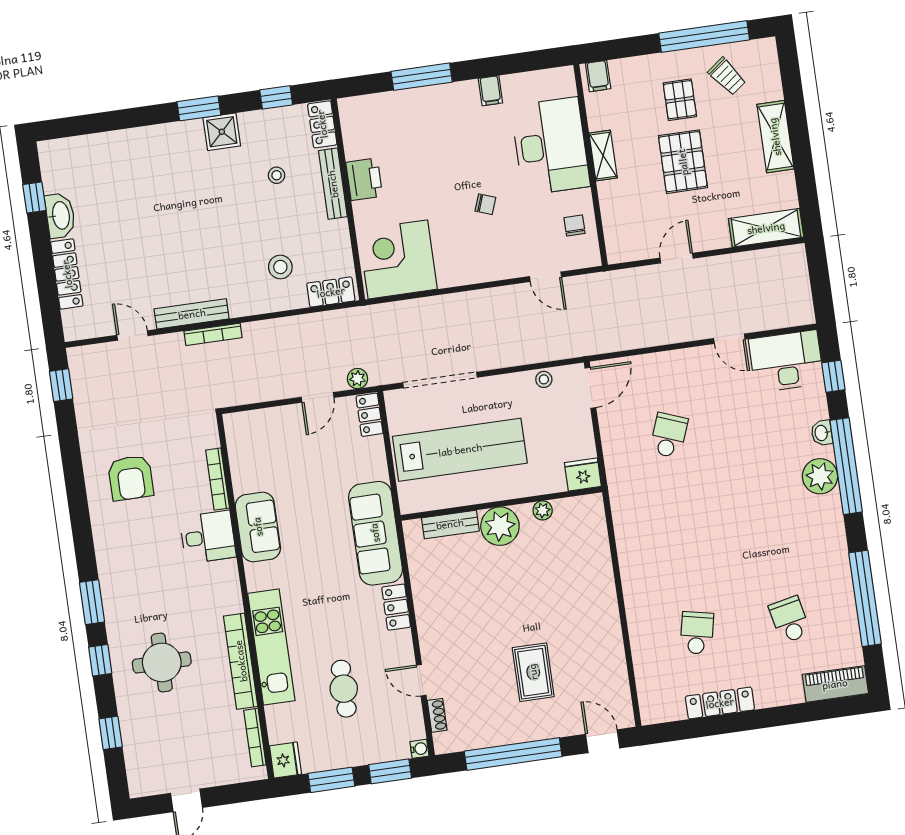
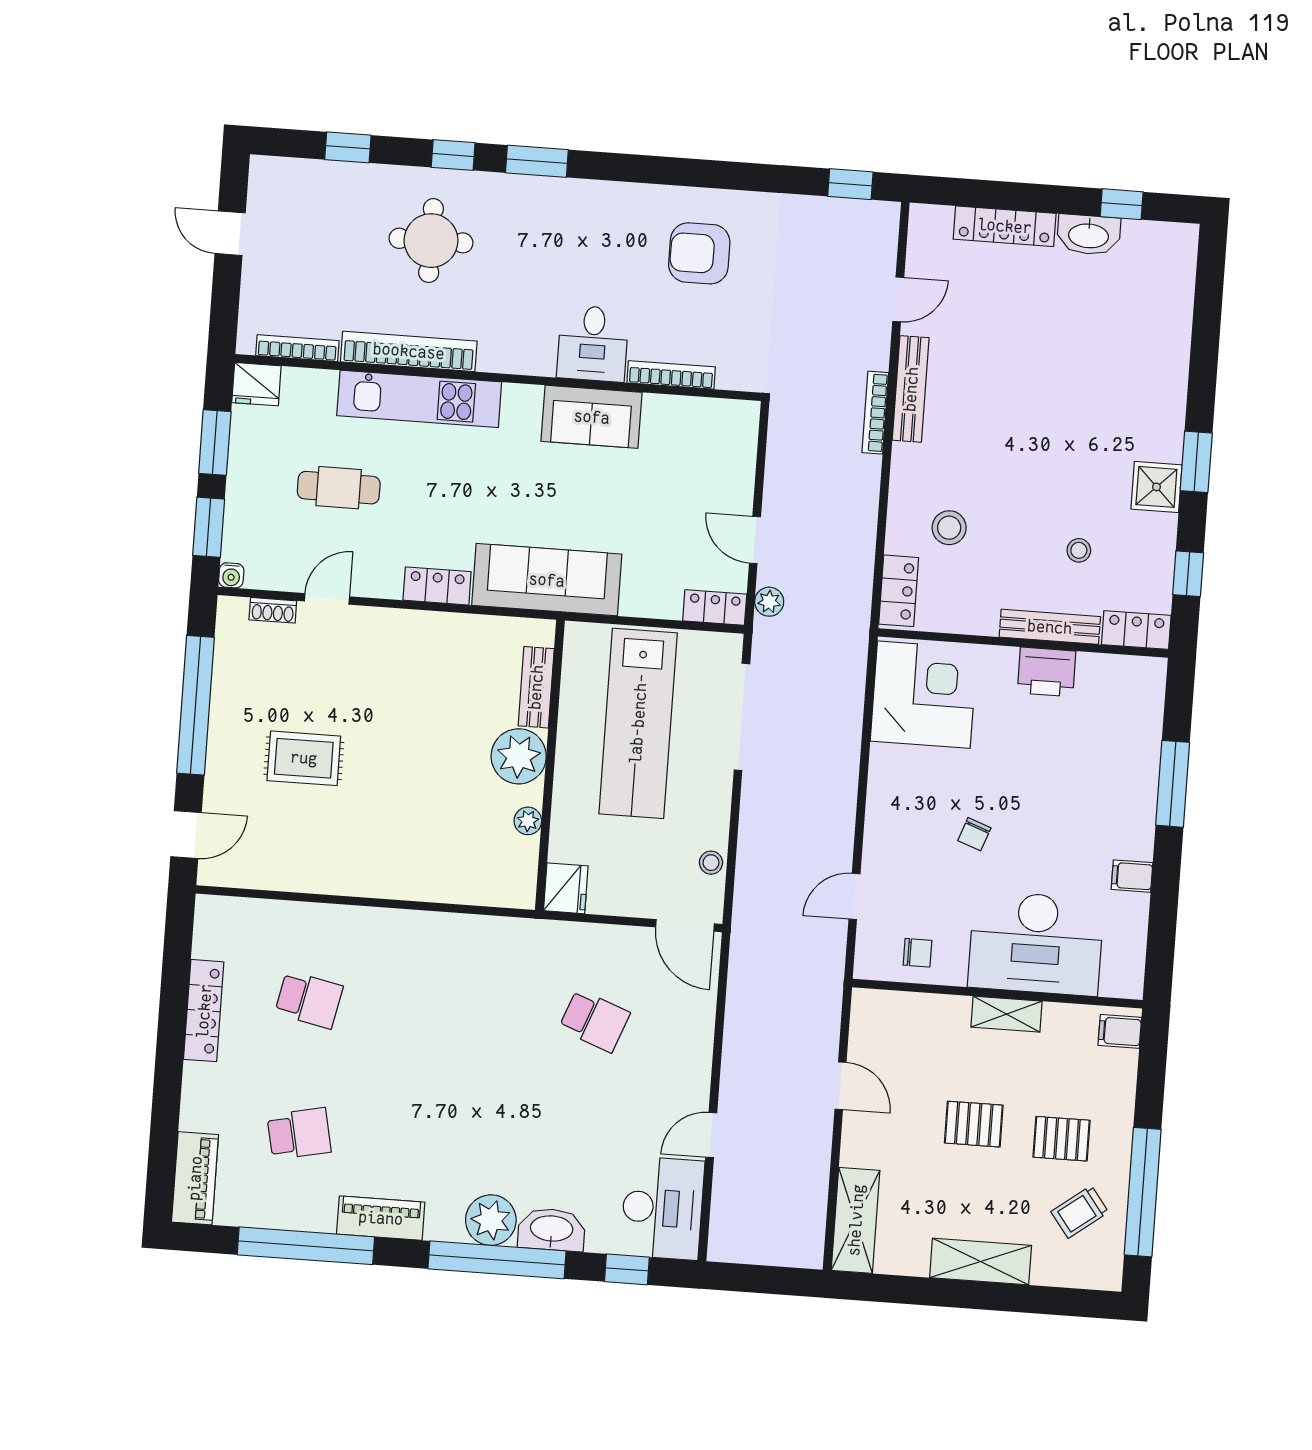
pallet: (683, 162) -> (974, 1124), width x0.67, depth x0.71
washbasin: (822, 433) -> (552, 1230), width x1.91, depth x1.45
piano: (835, 552) -> (381, 1218), added

